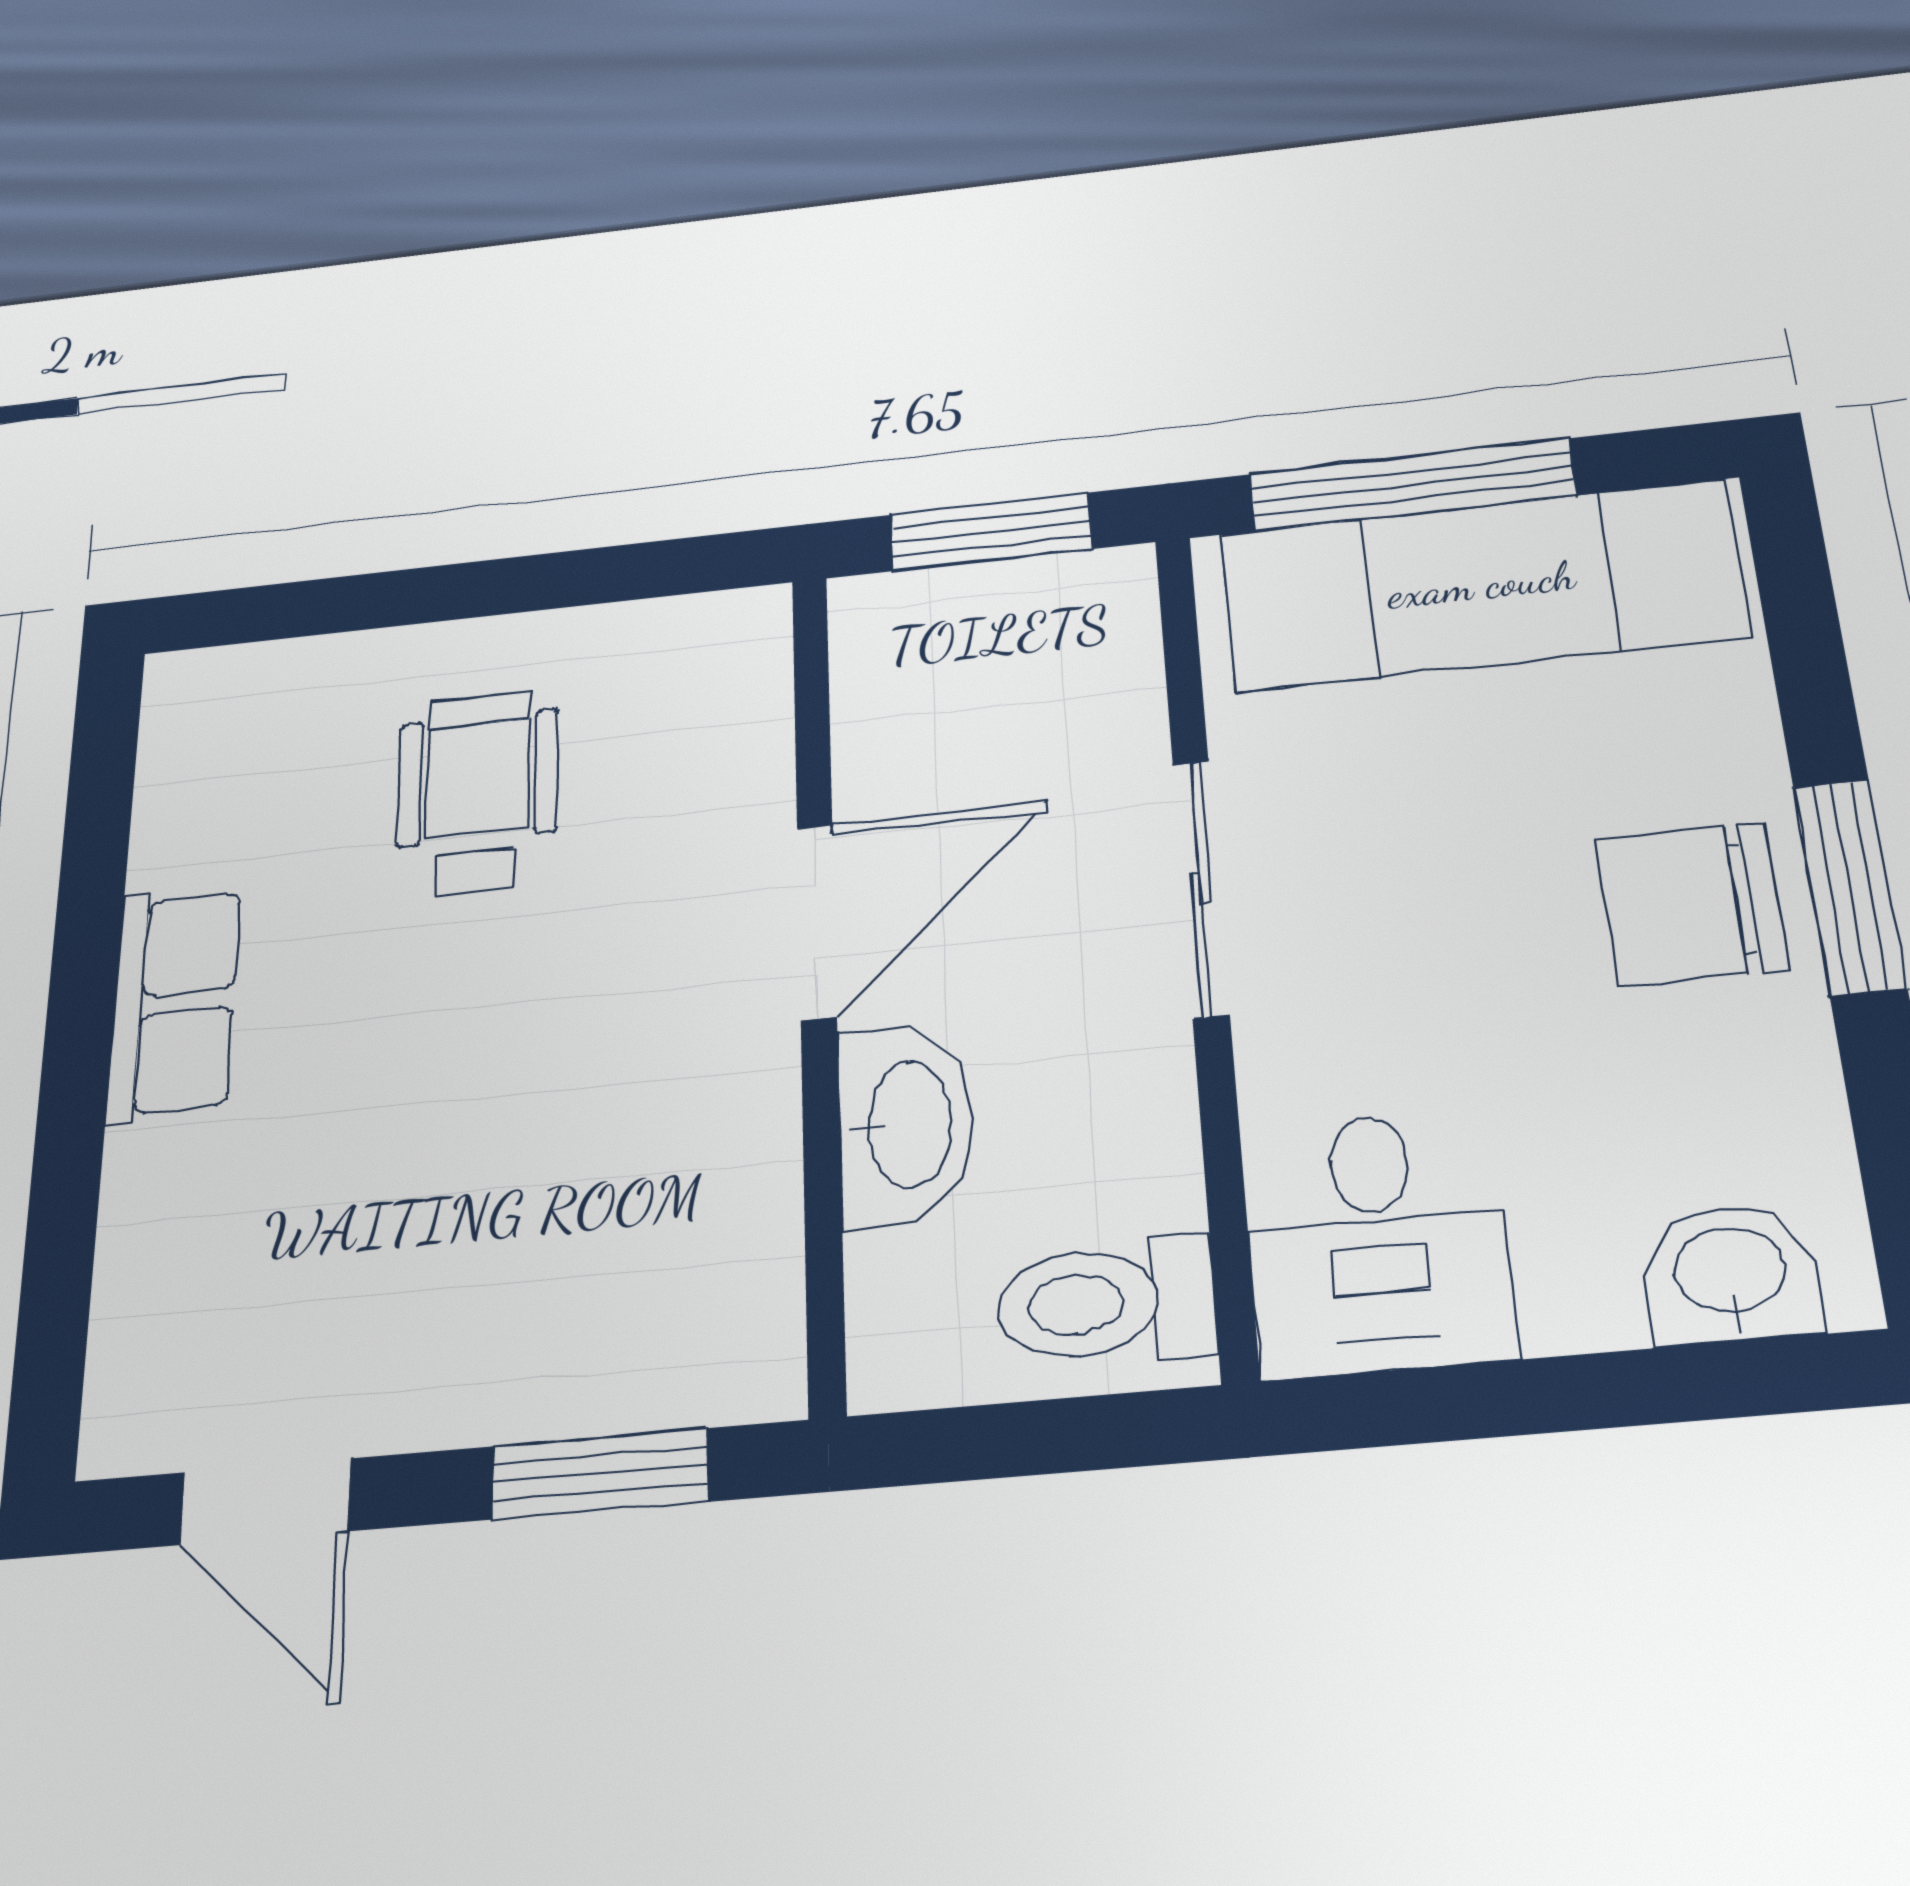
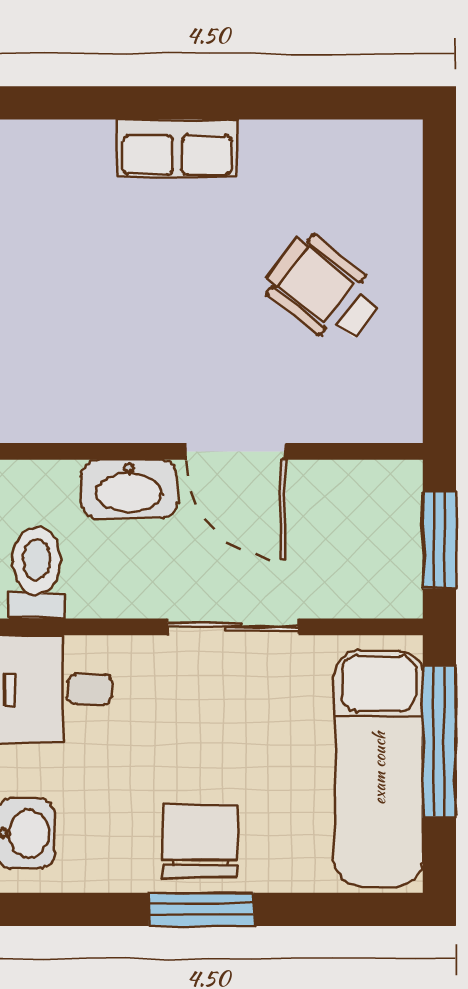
wheelchair: (478, 793) -> (323, 290), turned -142
row of seats: (174, 1003) -> (177, 148), moved

